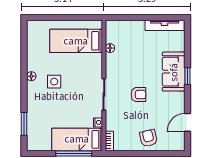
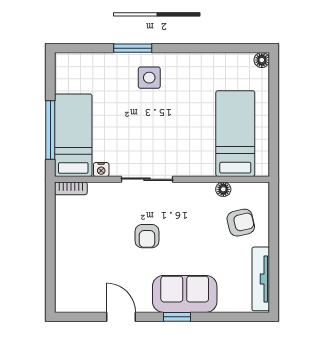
floor lamp: (31, 76) -> (262, 60), moved
side table: (54, 82) -> (149, 78), moved
door: (188, 122) -> (121, 317), moved
window: (24, 124) -> (133, 48), moved
armchair: (148, 138) -> (241, 223), moved

